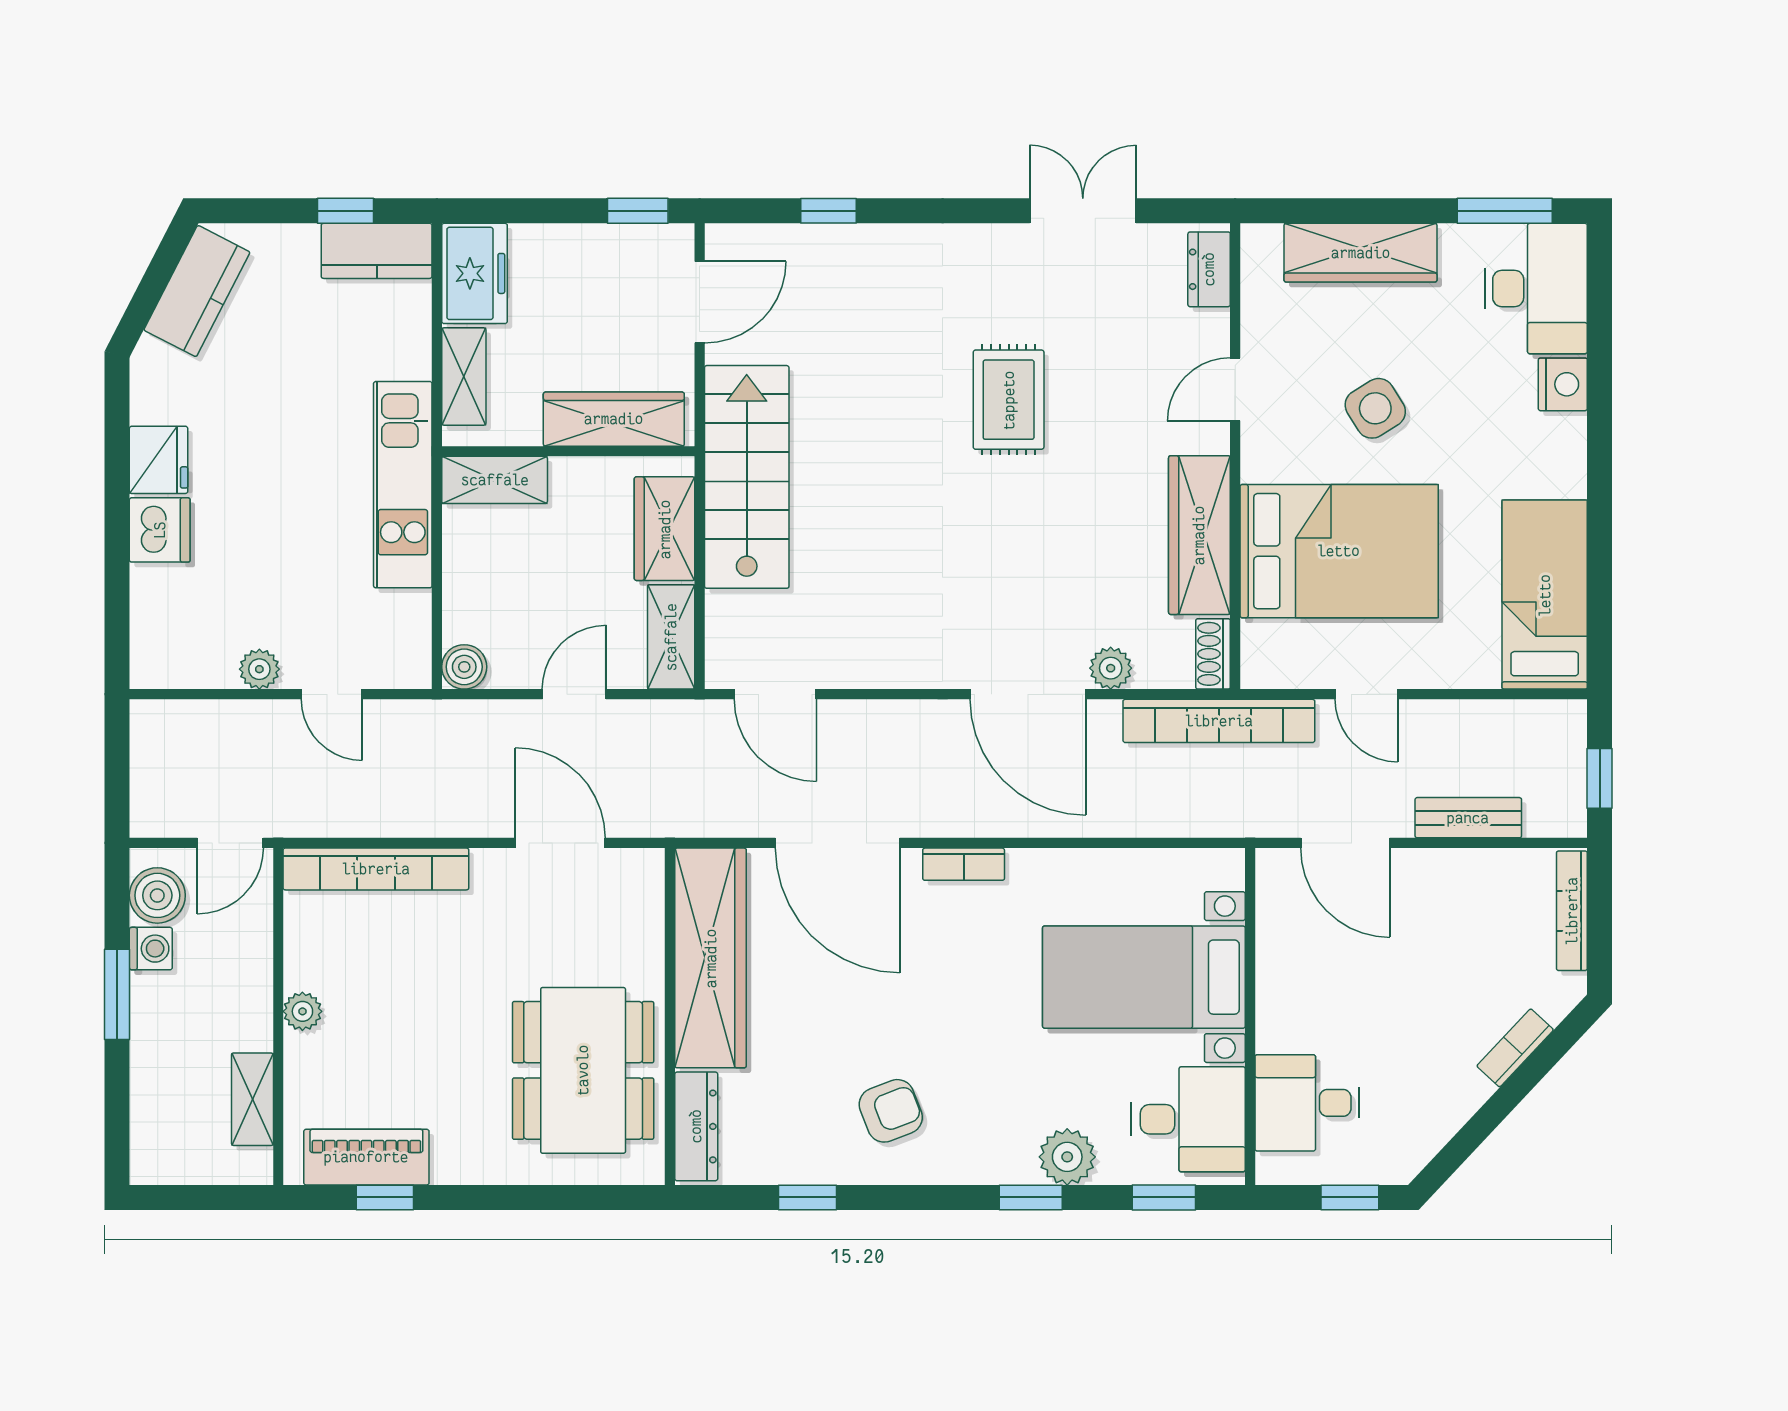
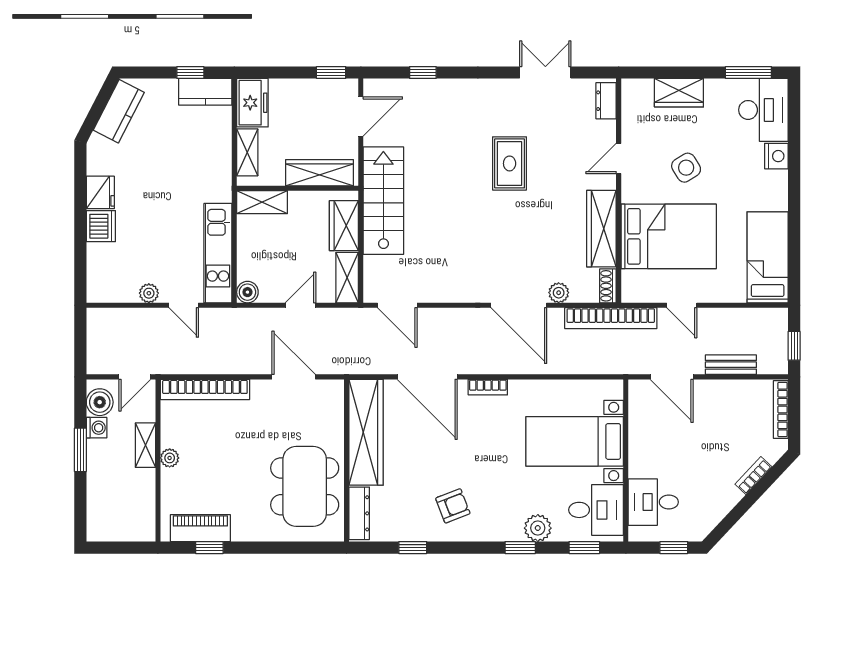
wardrobe: (1361, 253) -> (679, 93), width x0.67
kitchen unit: (403, 485) -> (218, 253), moved
shelving: (252, 1099) -> (146, 445), moved

